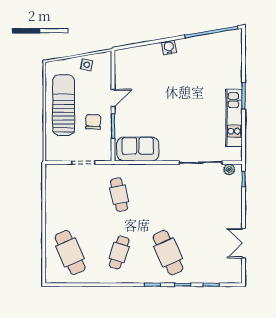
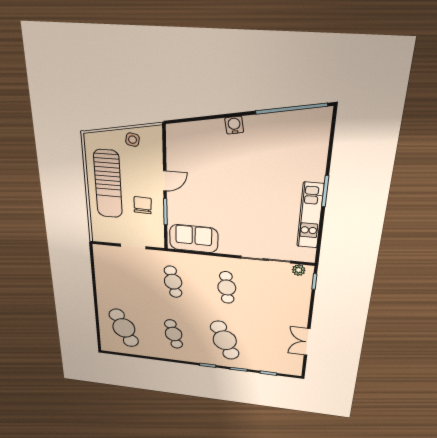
sun lounger: (64, 105) -> (108, 184), turned 180
cafe table: (168, 195) -> (227, 288), added
cafe table: (119, 253) -> (174, 334), turned -33

